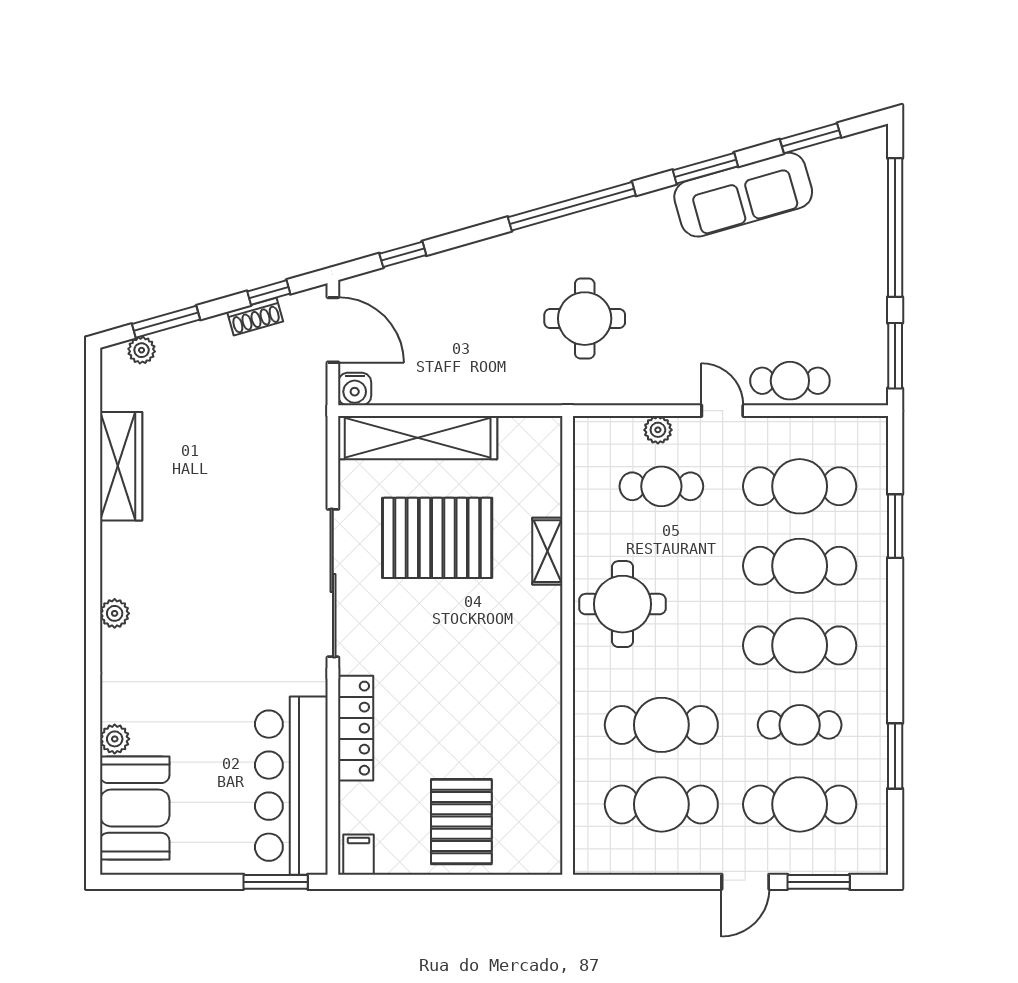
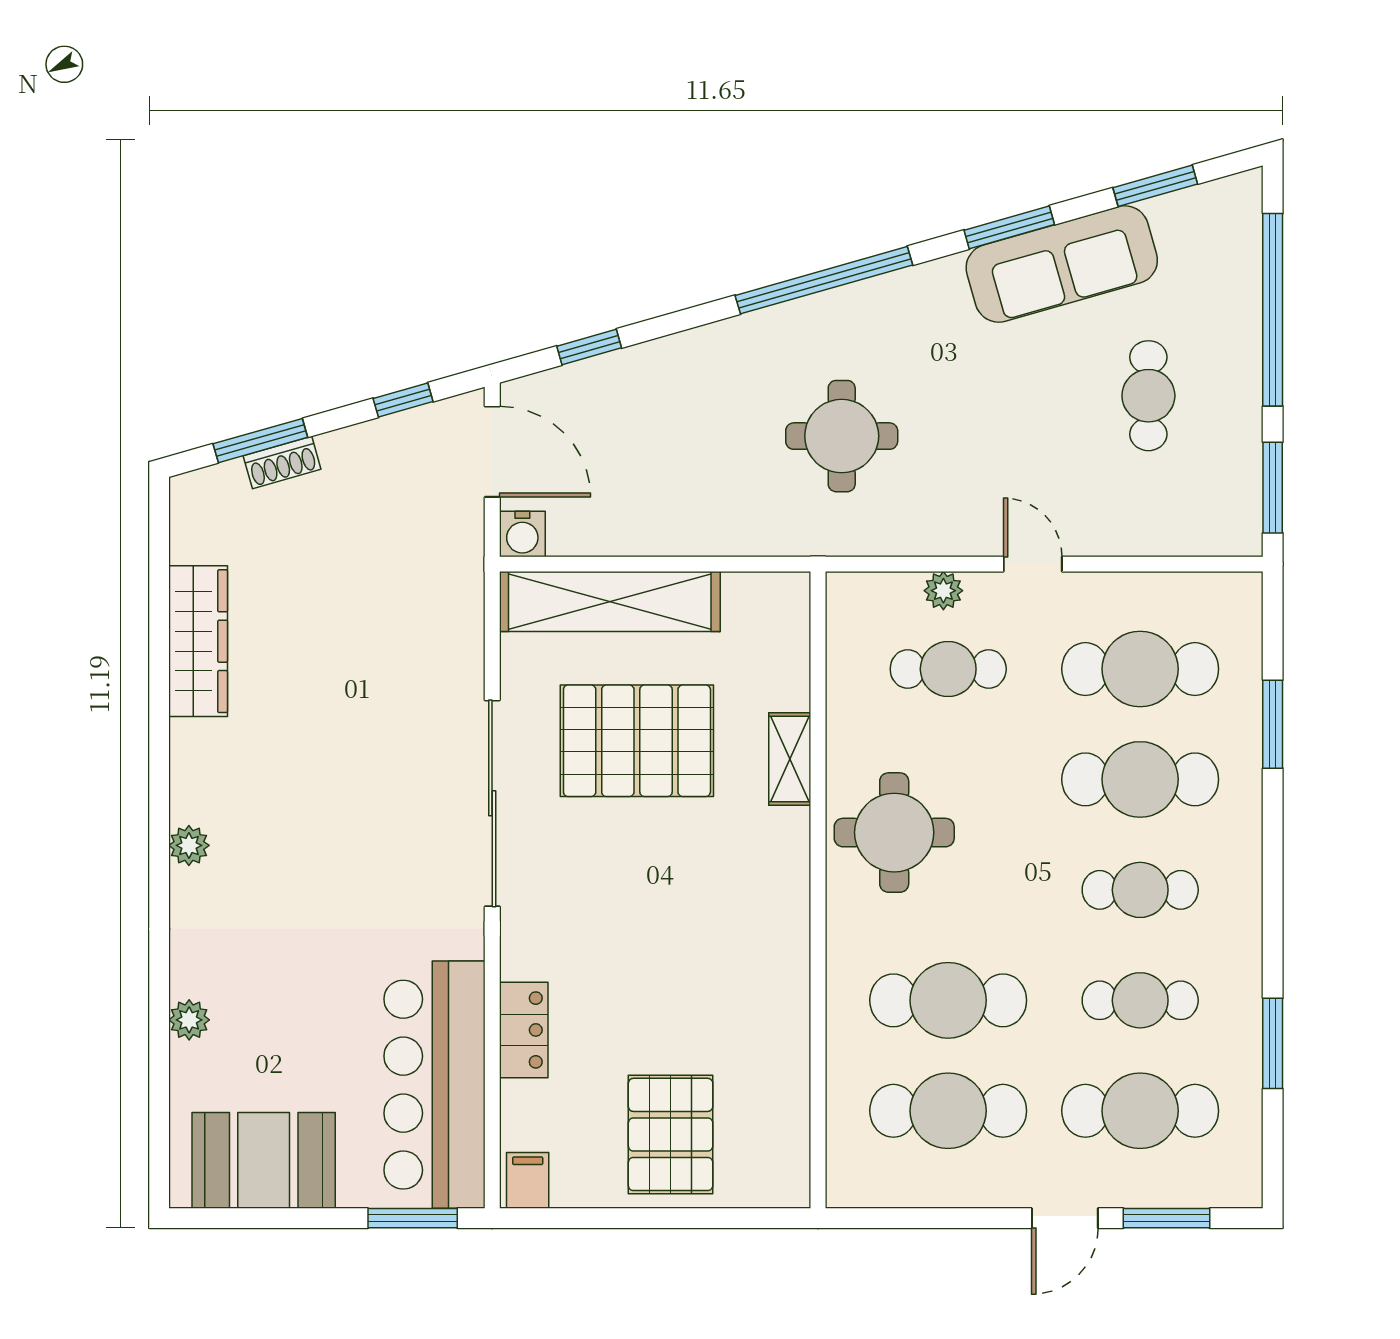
shoe rack: (255, 317) -> (282, 463), moved
plant: (142, 350) -> (226, 480), removed
cafe table: (790, 381) -> (1148, 396), moved, turned 90
cafe table: (800, 645) -> (1140, 890), width x0.73, depth x0.74
locker: (356, 728) -> (524, 1030), width x0.66
booth: (135, 808) -> (264, 1160), moved, turned 90

